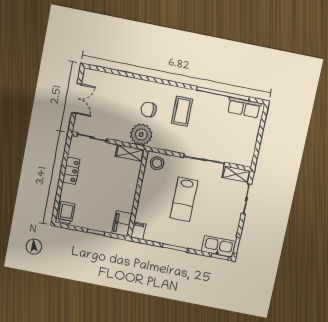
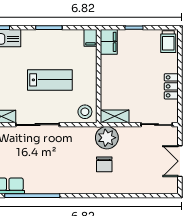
chair: (149, 110) -> (104, 164), turned 90
coffee table: (182, 111) -> (70, 170), removed
lab bench: (184, 199) -> (50, 80), turned 90

